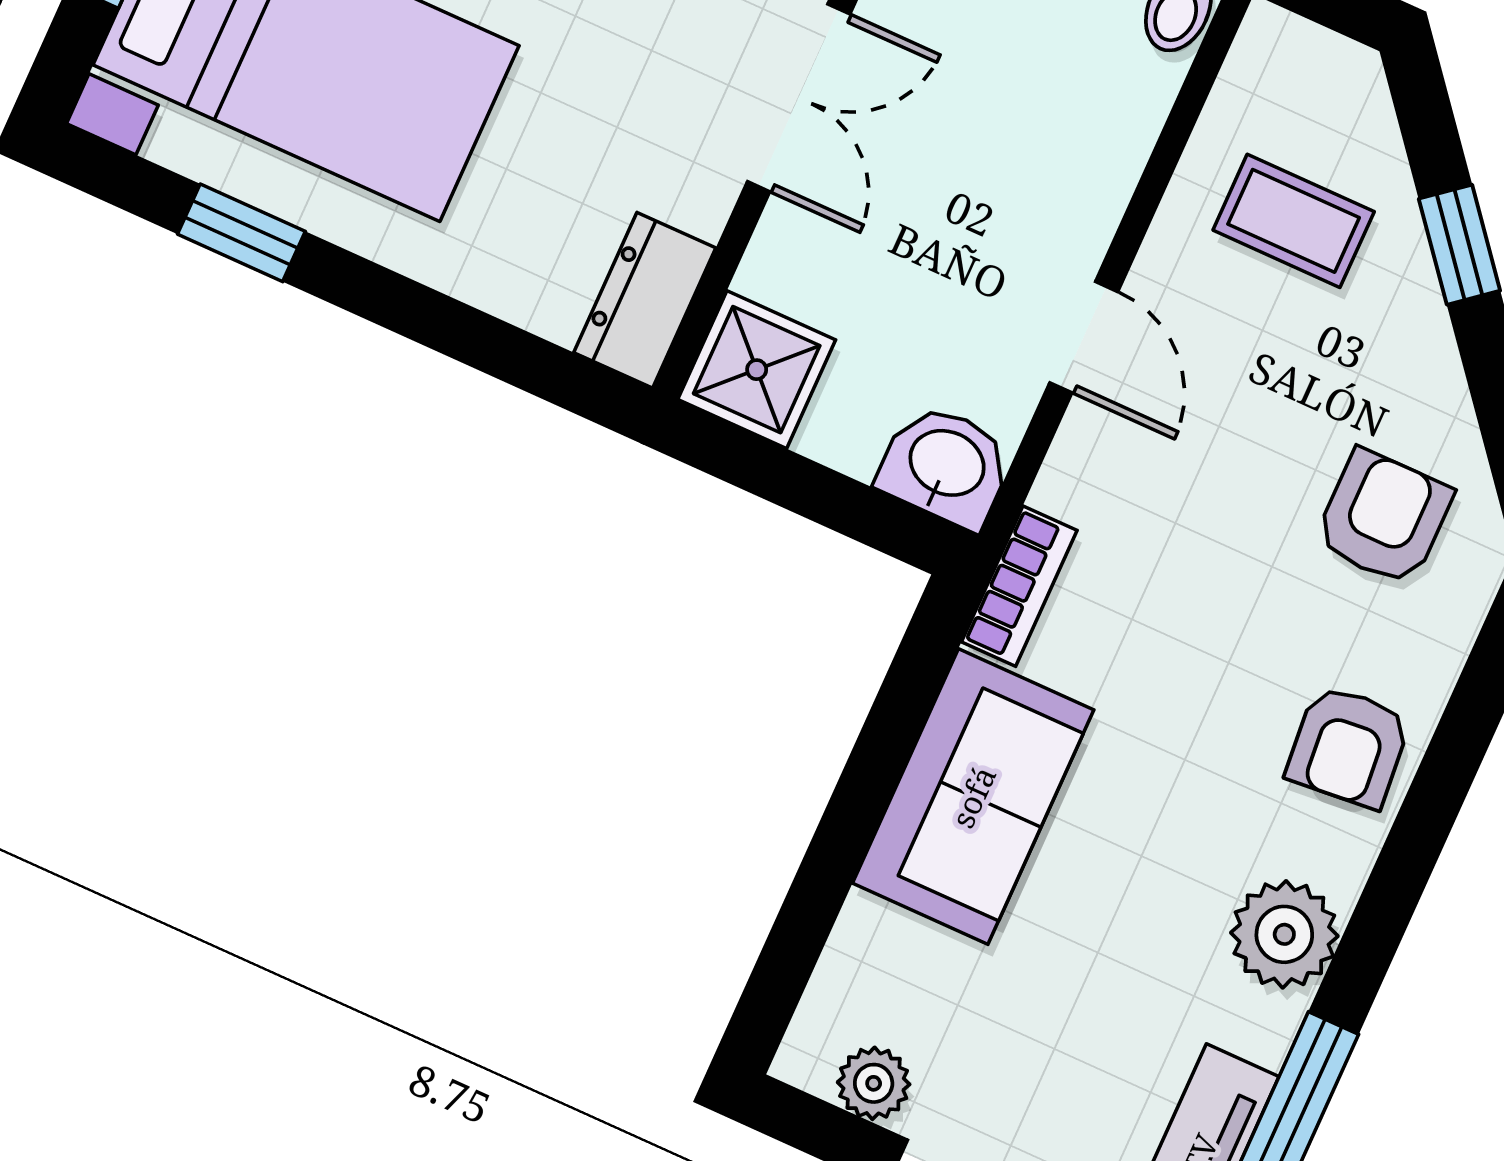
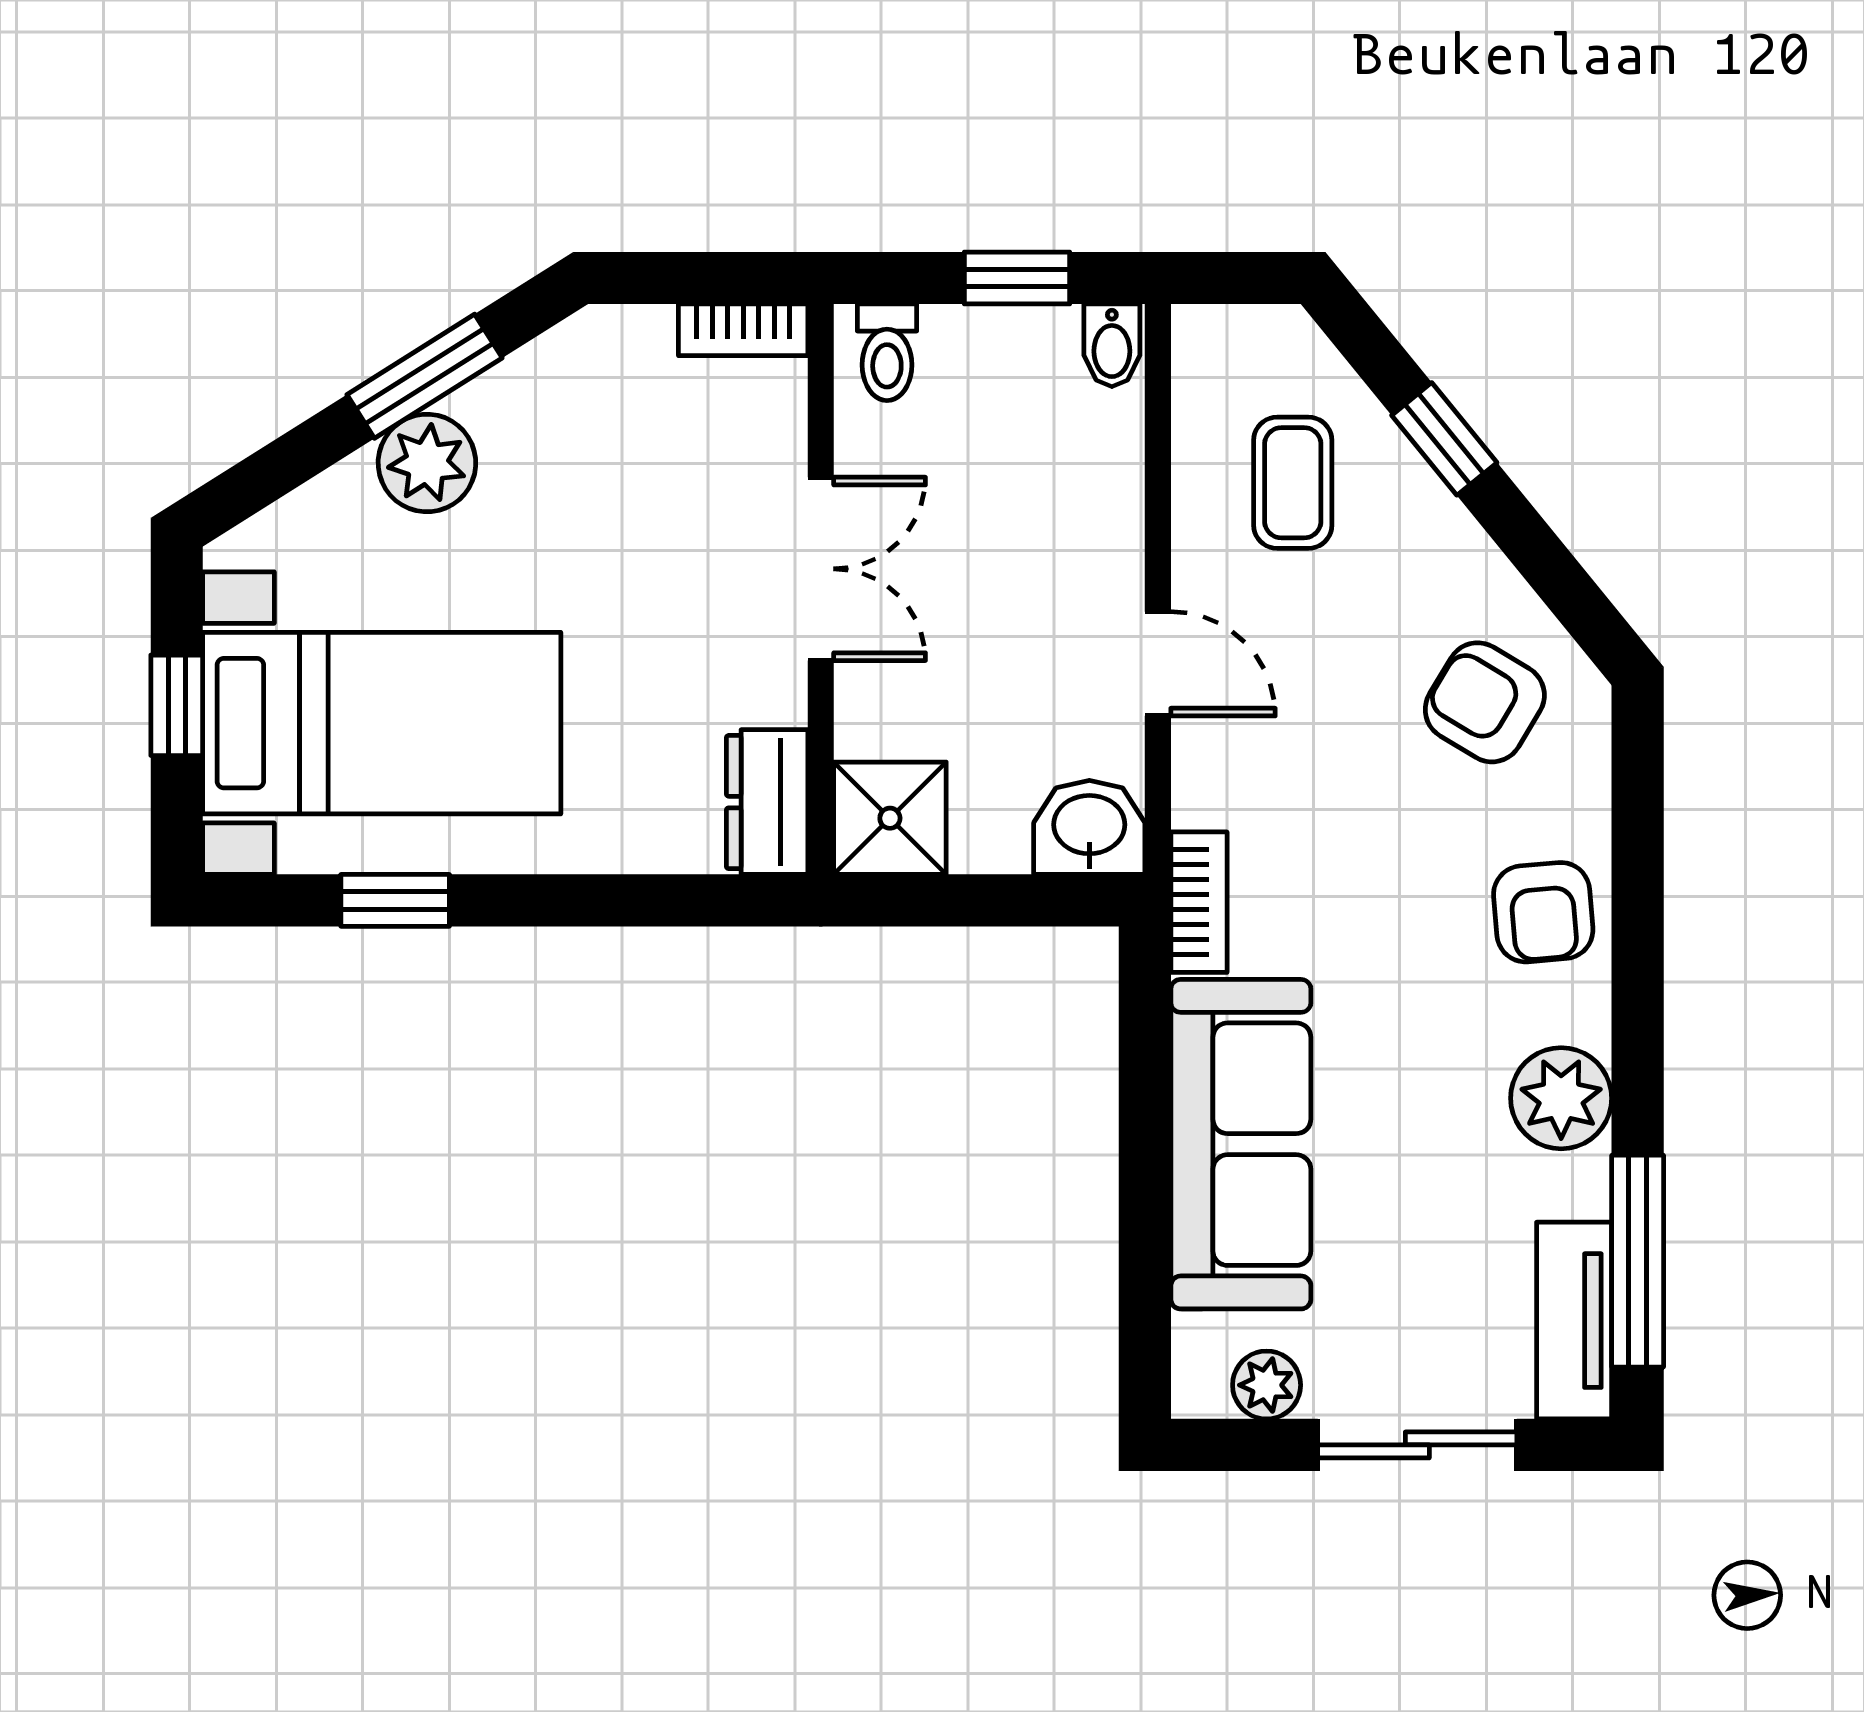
coffee table: (1294, 221) -> (1293, 483), turned 90
armchair: (1384, 518) -> (1485, 702), turned -59
sofa: (973, 797) -> (1241, 1144), width x1.36

